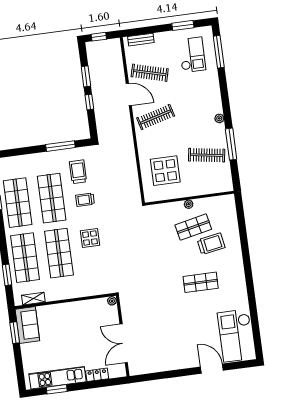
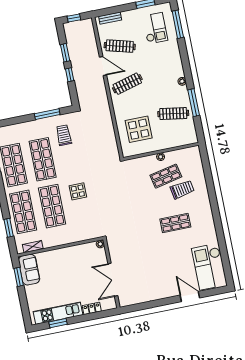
trolley: (85, 200) -> (71, 159), removed

